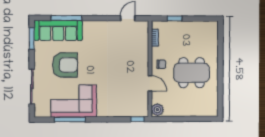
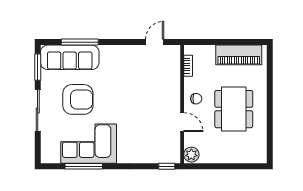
window: (175, 18) -> (213, 42), removed
piano: (196, 29) -> (239, 55), added
dining table: (192, 73) -> (234, 109), turned 90
sliding door: (32, 87) -> (38, 111), moved

